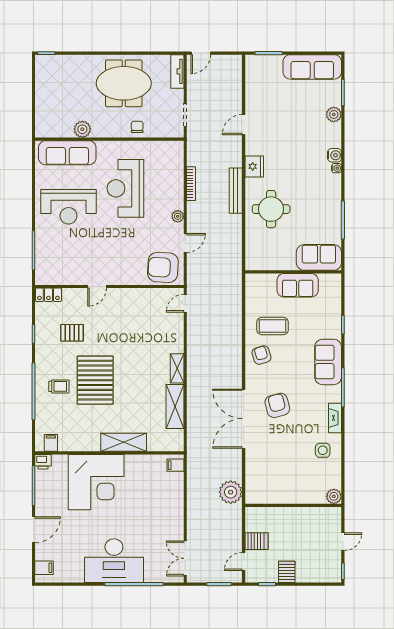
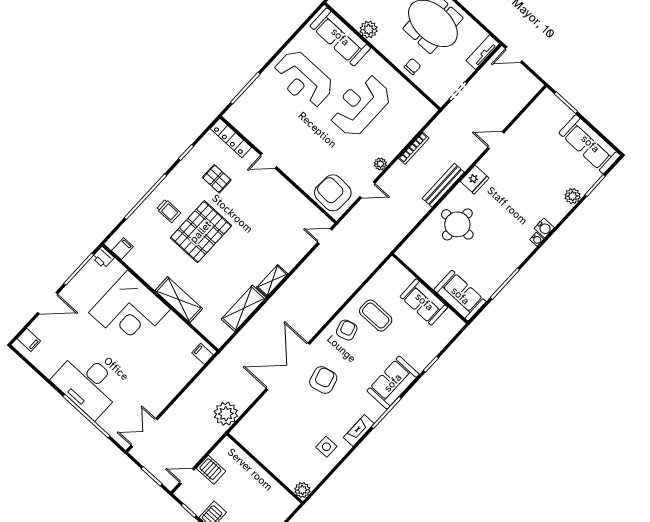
locker: (48, 295) -> (231, 138), width x1.53

